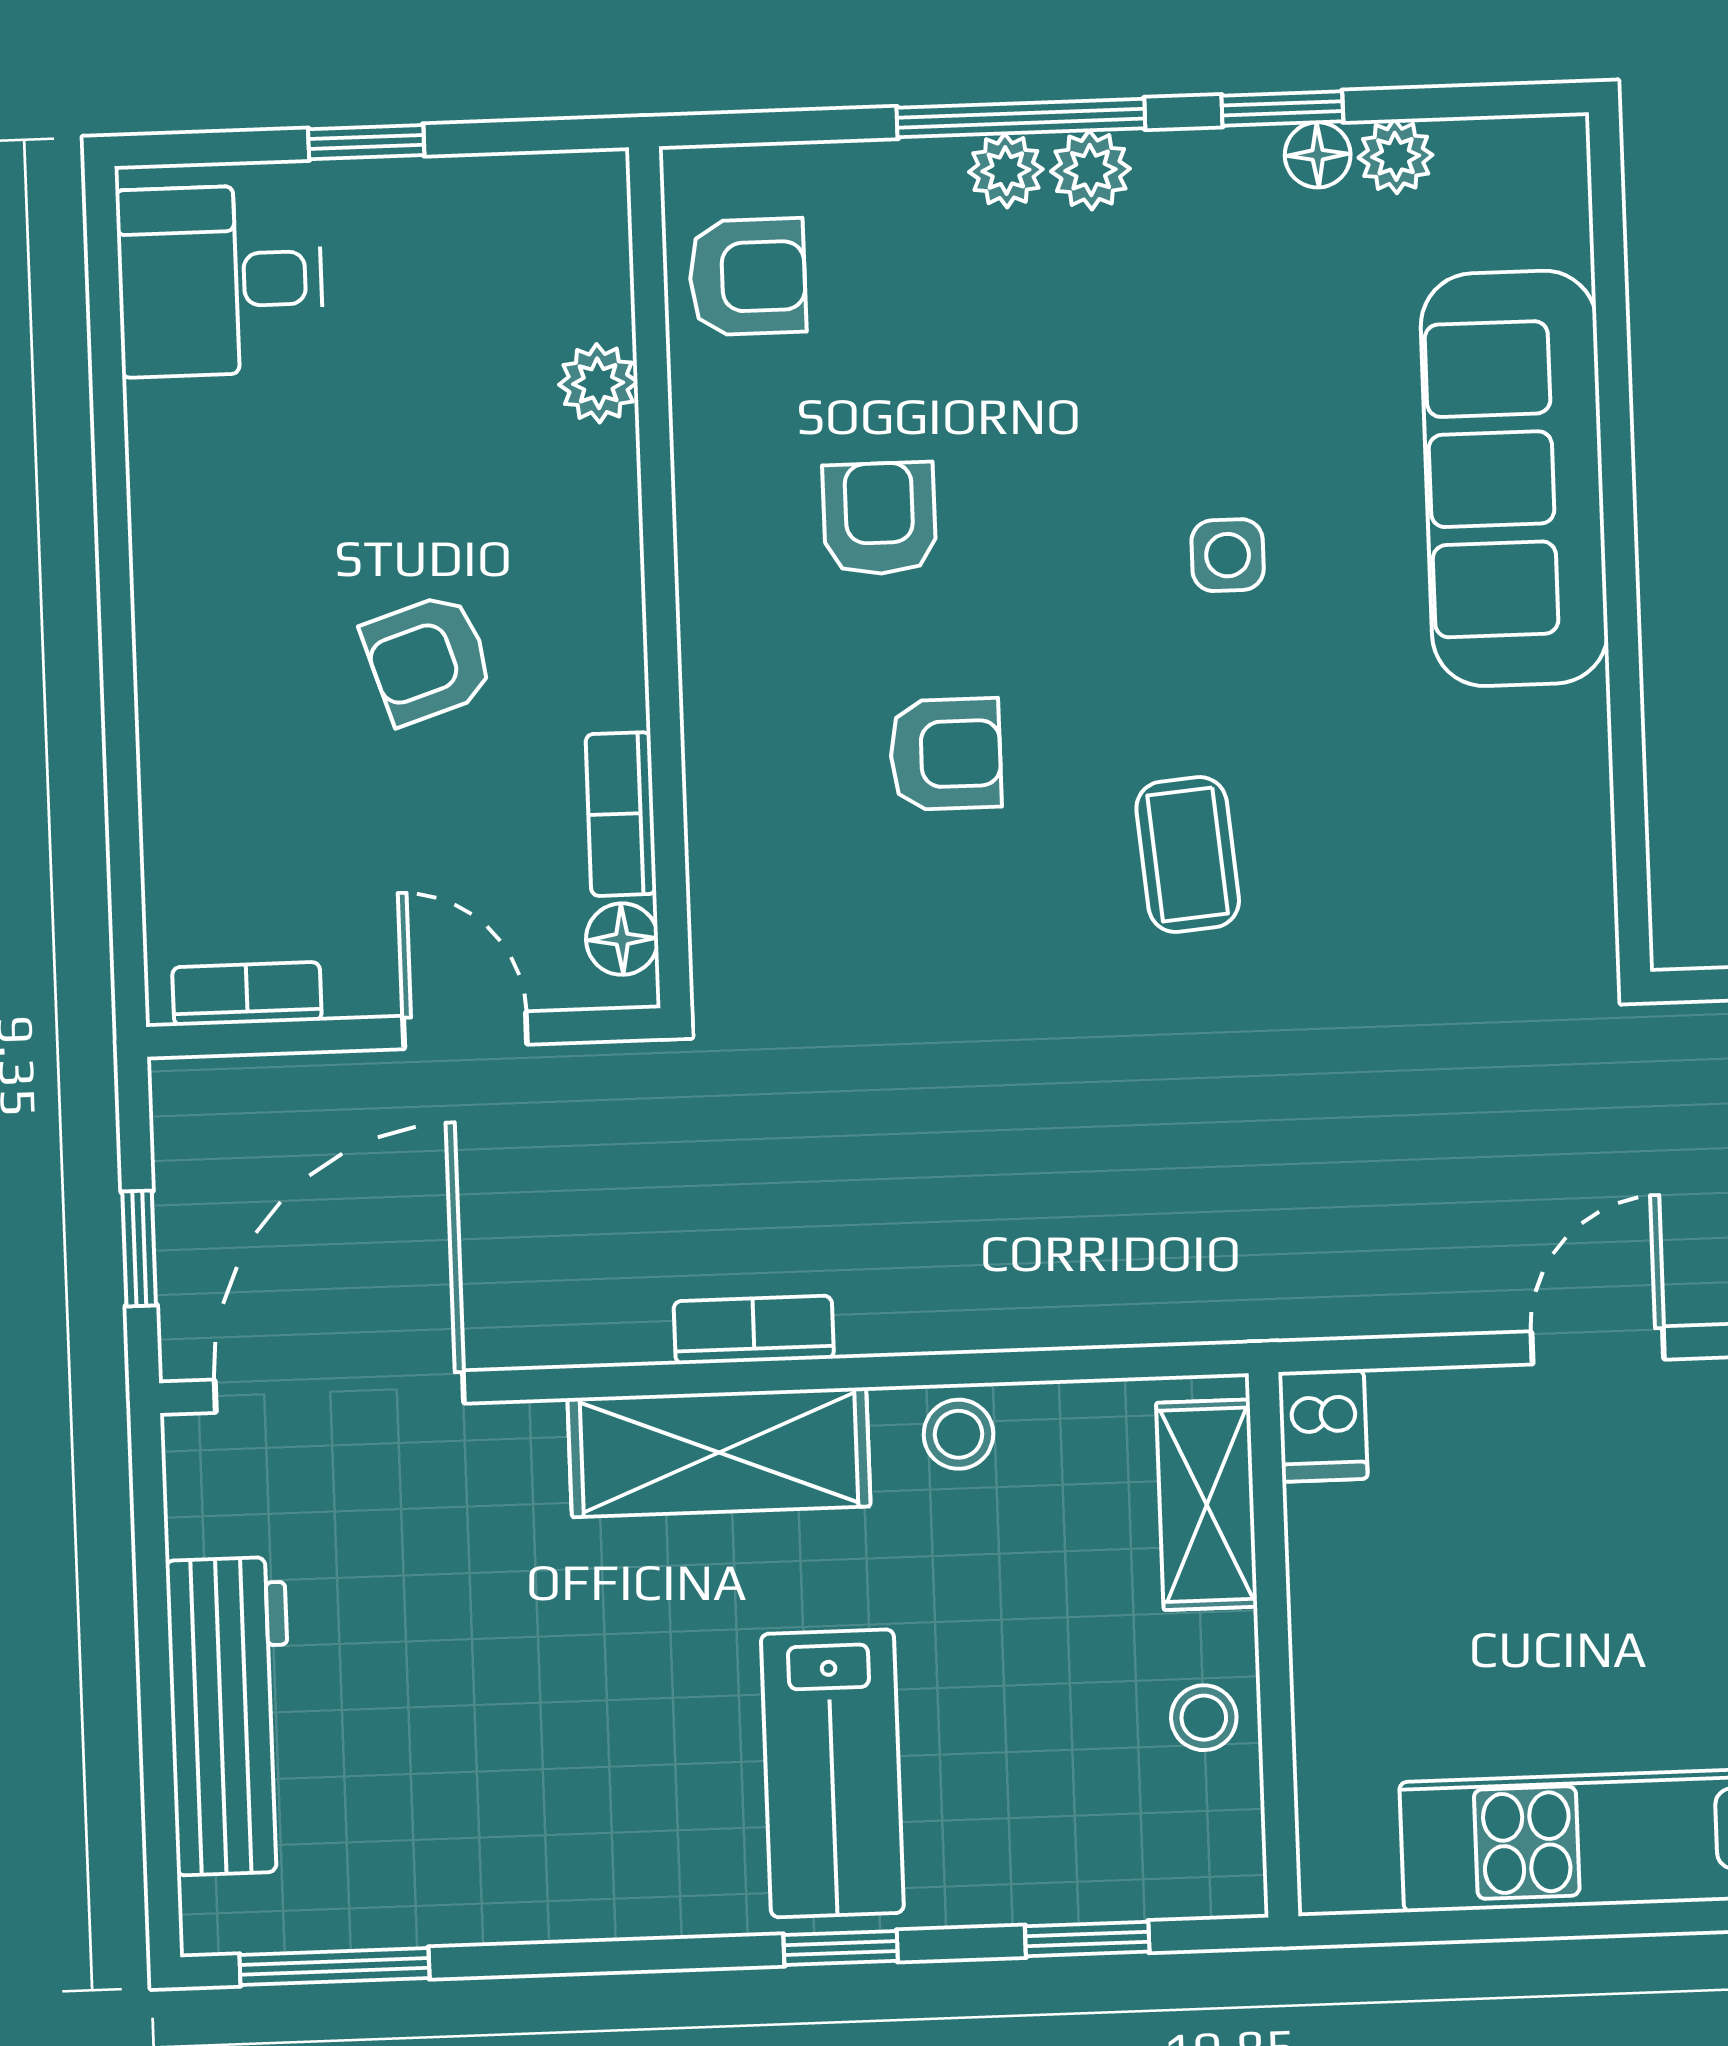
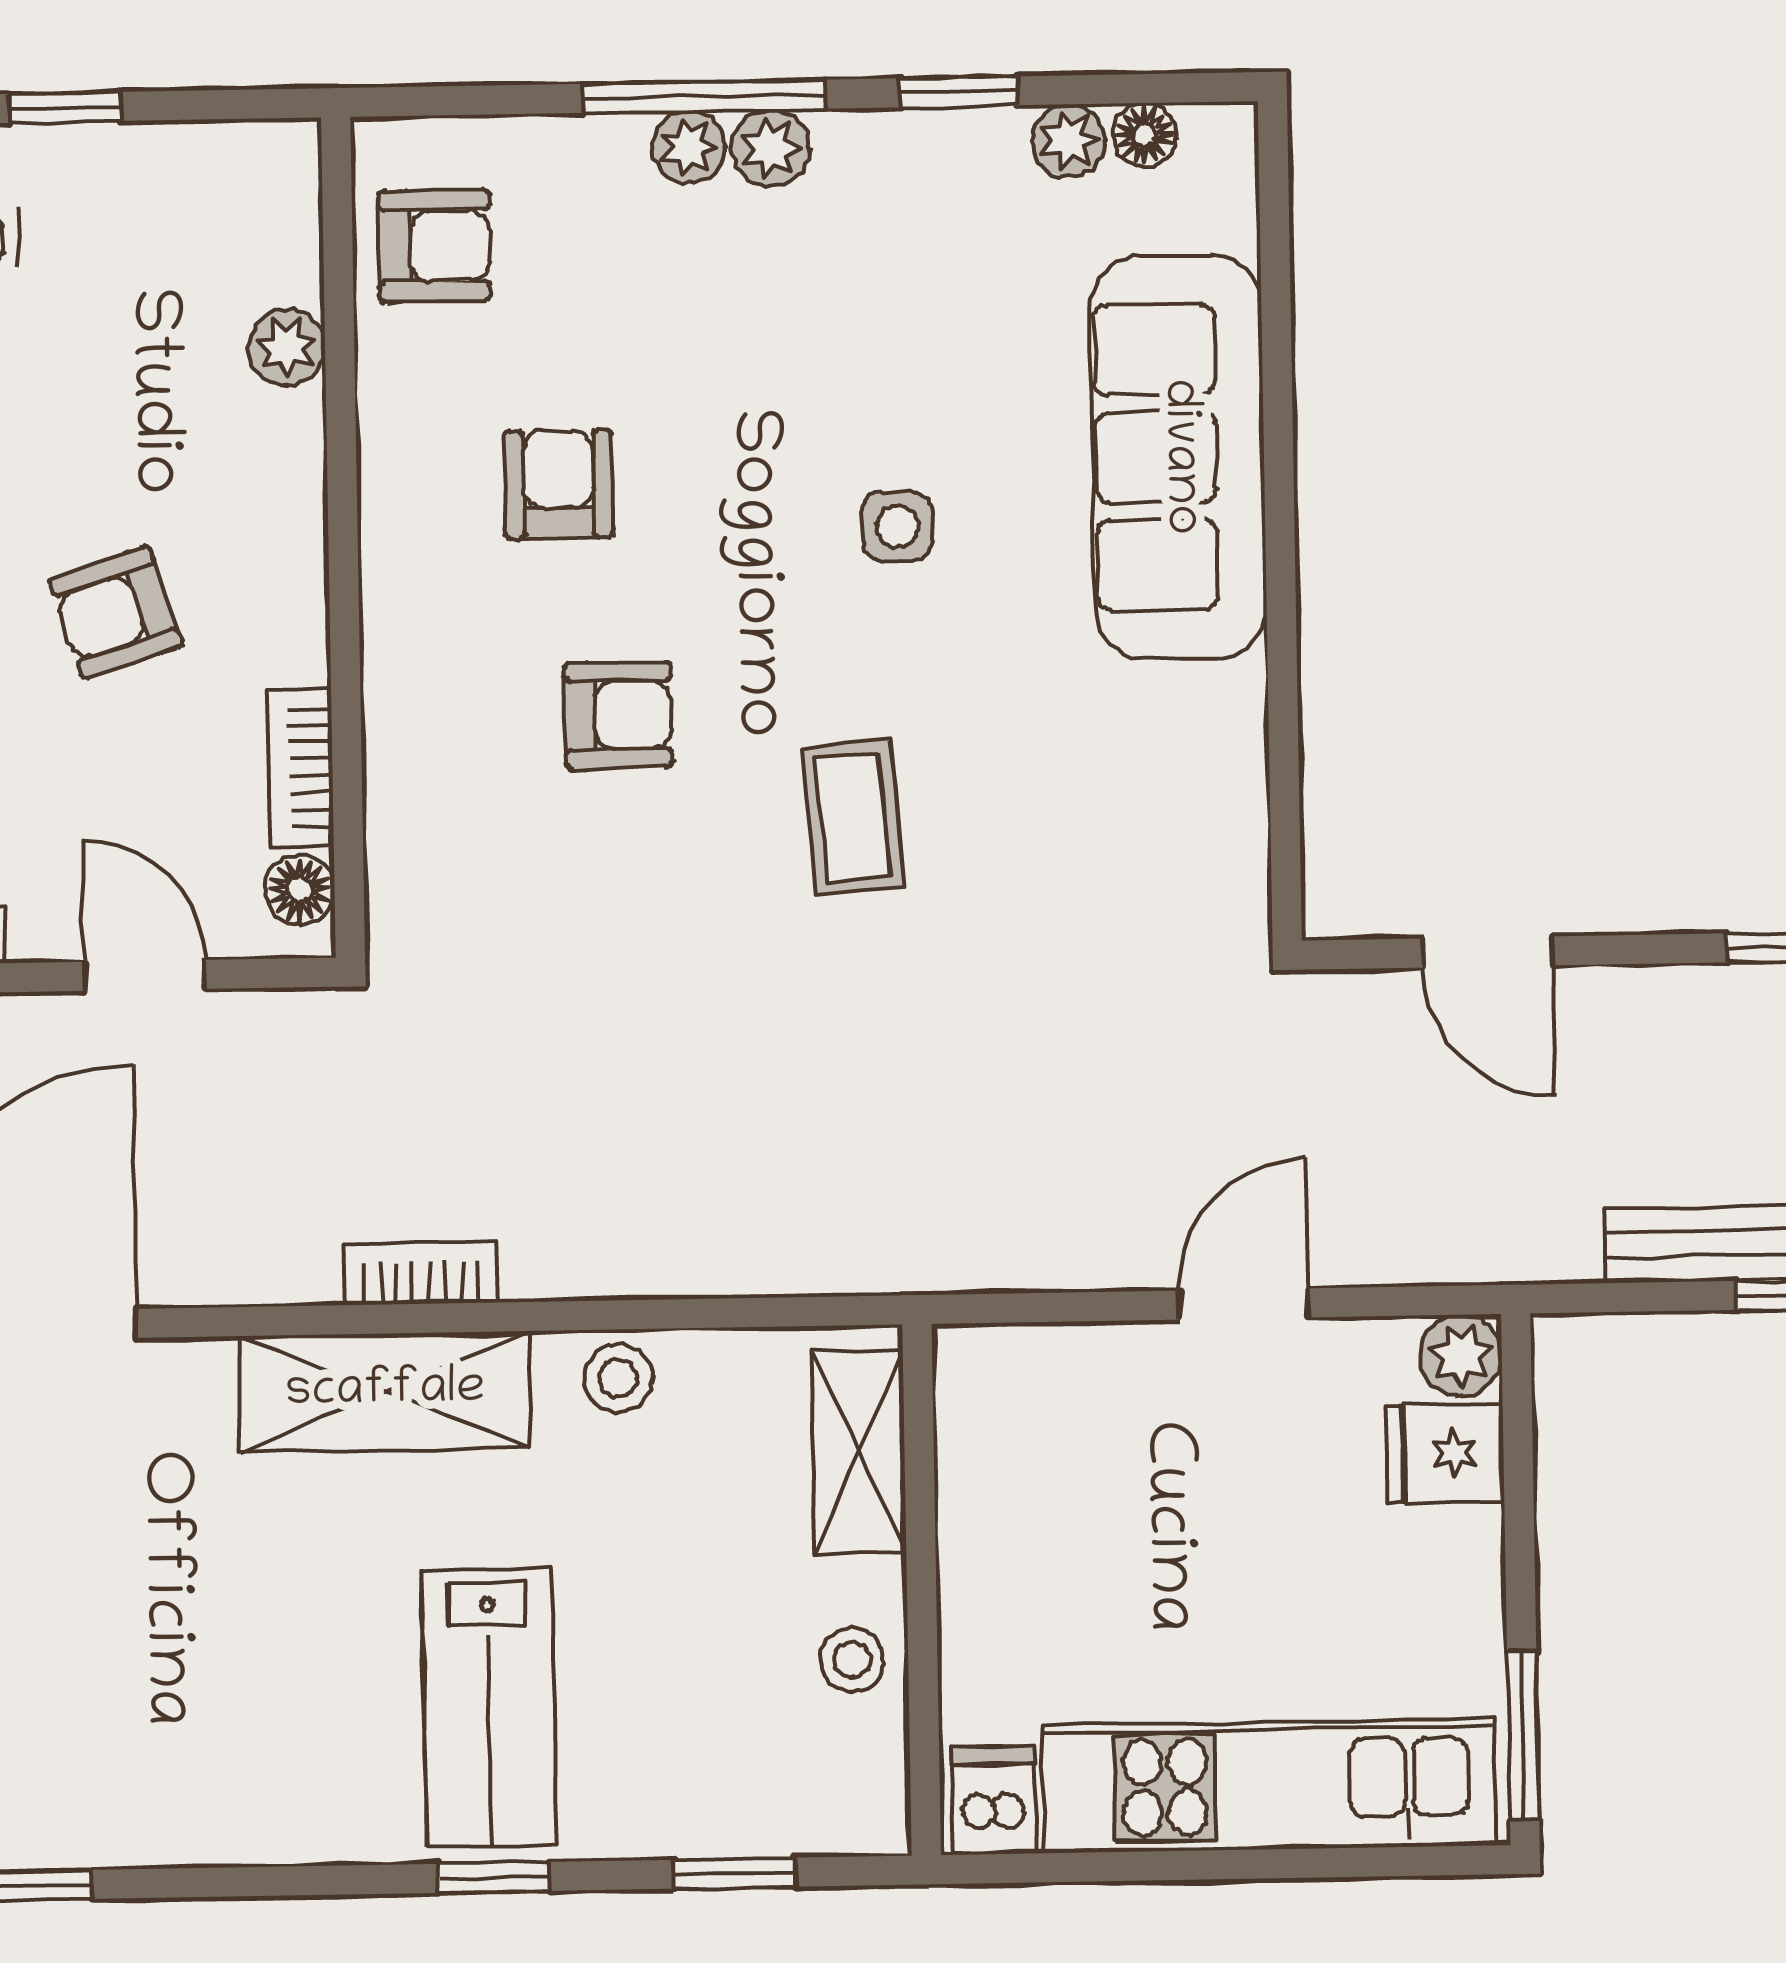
floor lamp: (1318, 155) -> (1144, 135), moved
dishwasher: (1323, 1425) -> (994, 1800), moved, turned 180

